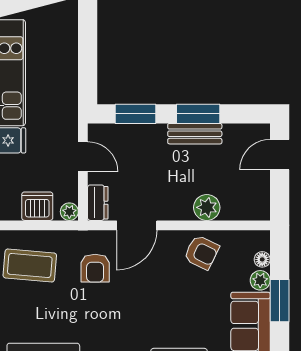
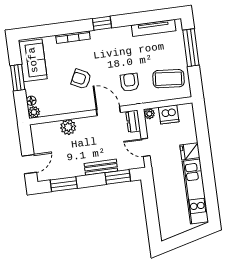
window: (198, 114) -> (64, 184), moved
bench: (195, 134) -> (101, 167), moved
door: (137, 225) -> (108, 111), hinge flipped
armchair: (202, 252) -> (81, 79), moved
plant: (260, 280) -> (34, 112), moved

